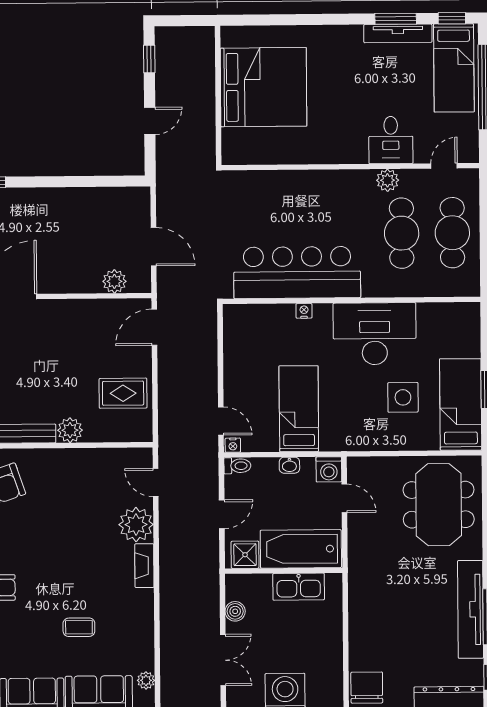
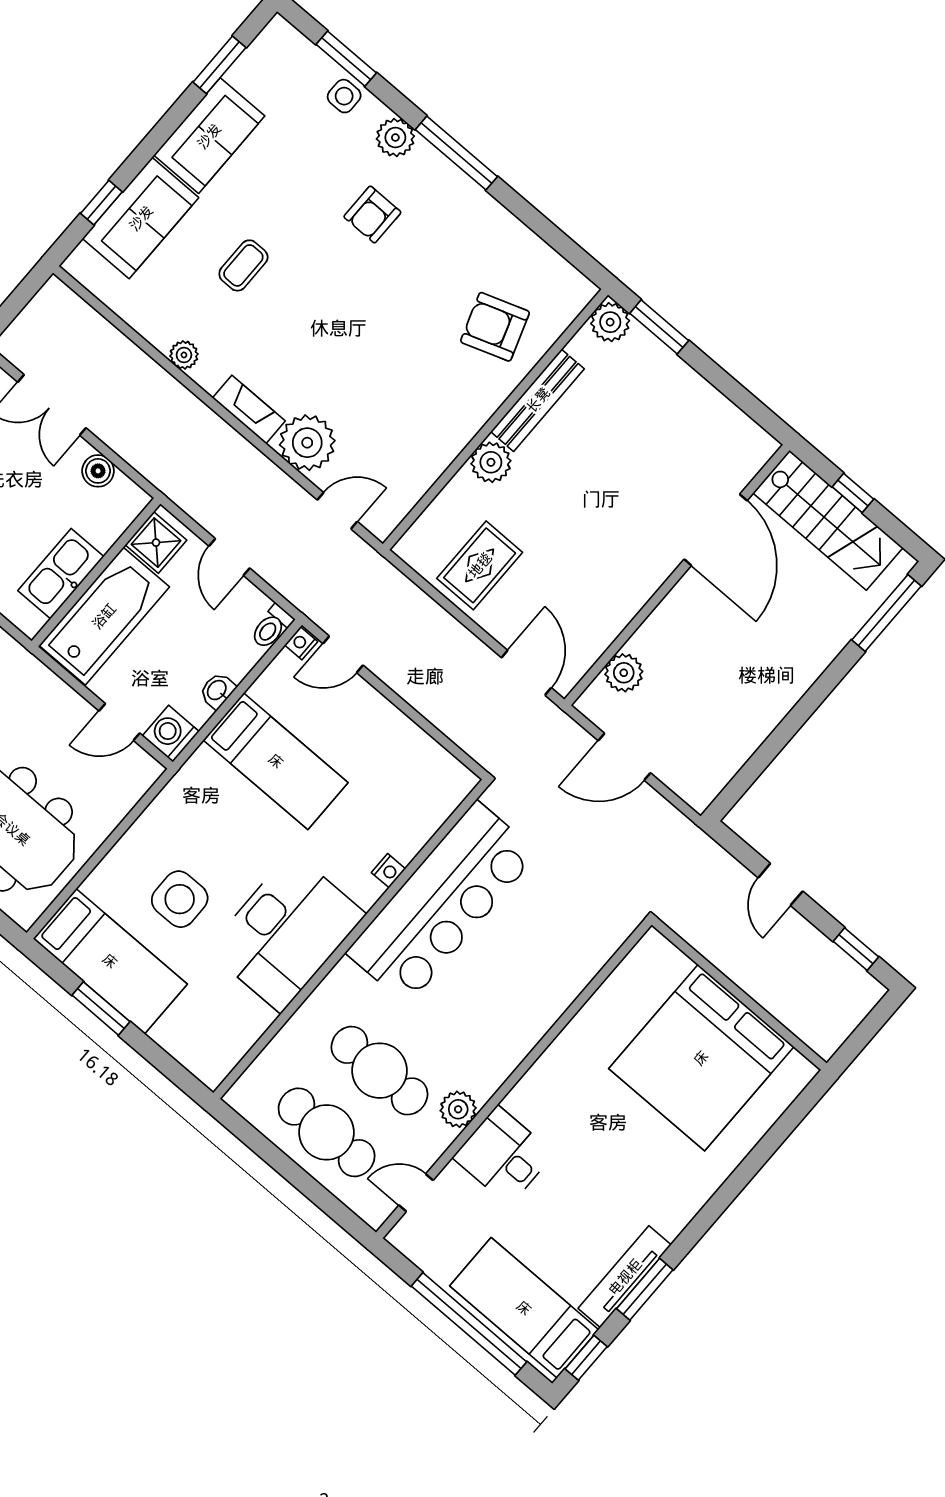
door: (444, 166) -> (416, 1193), swing flipped
plant: (146, 680) -> (184, 355), moved

